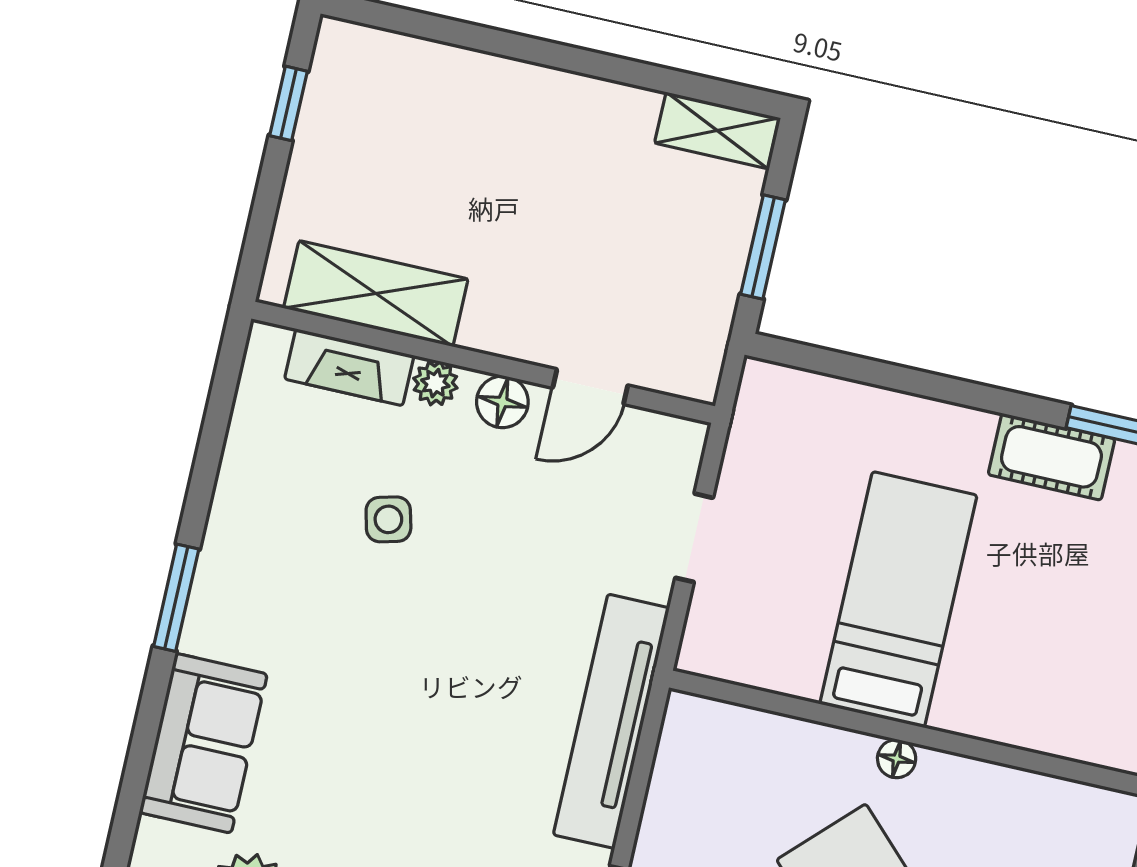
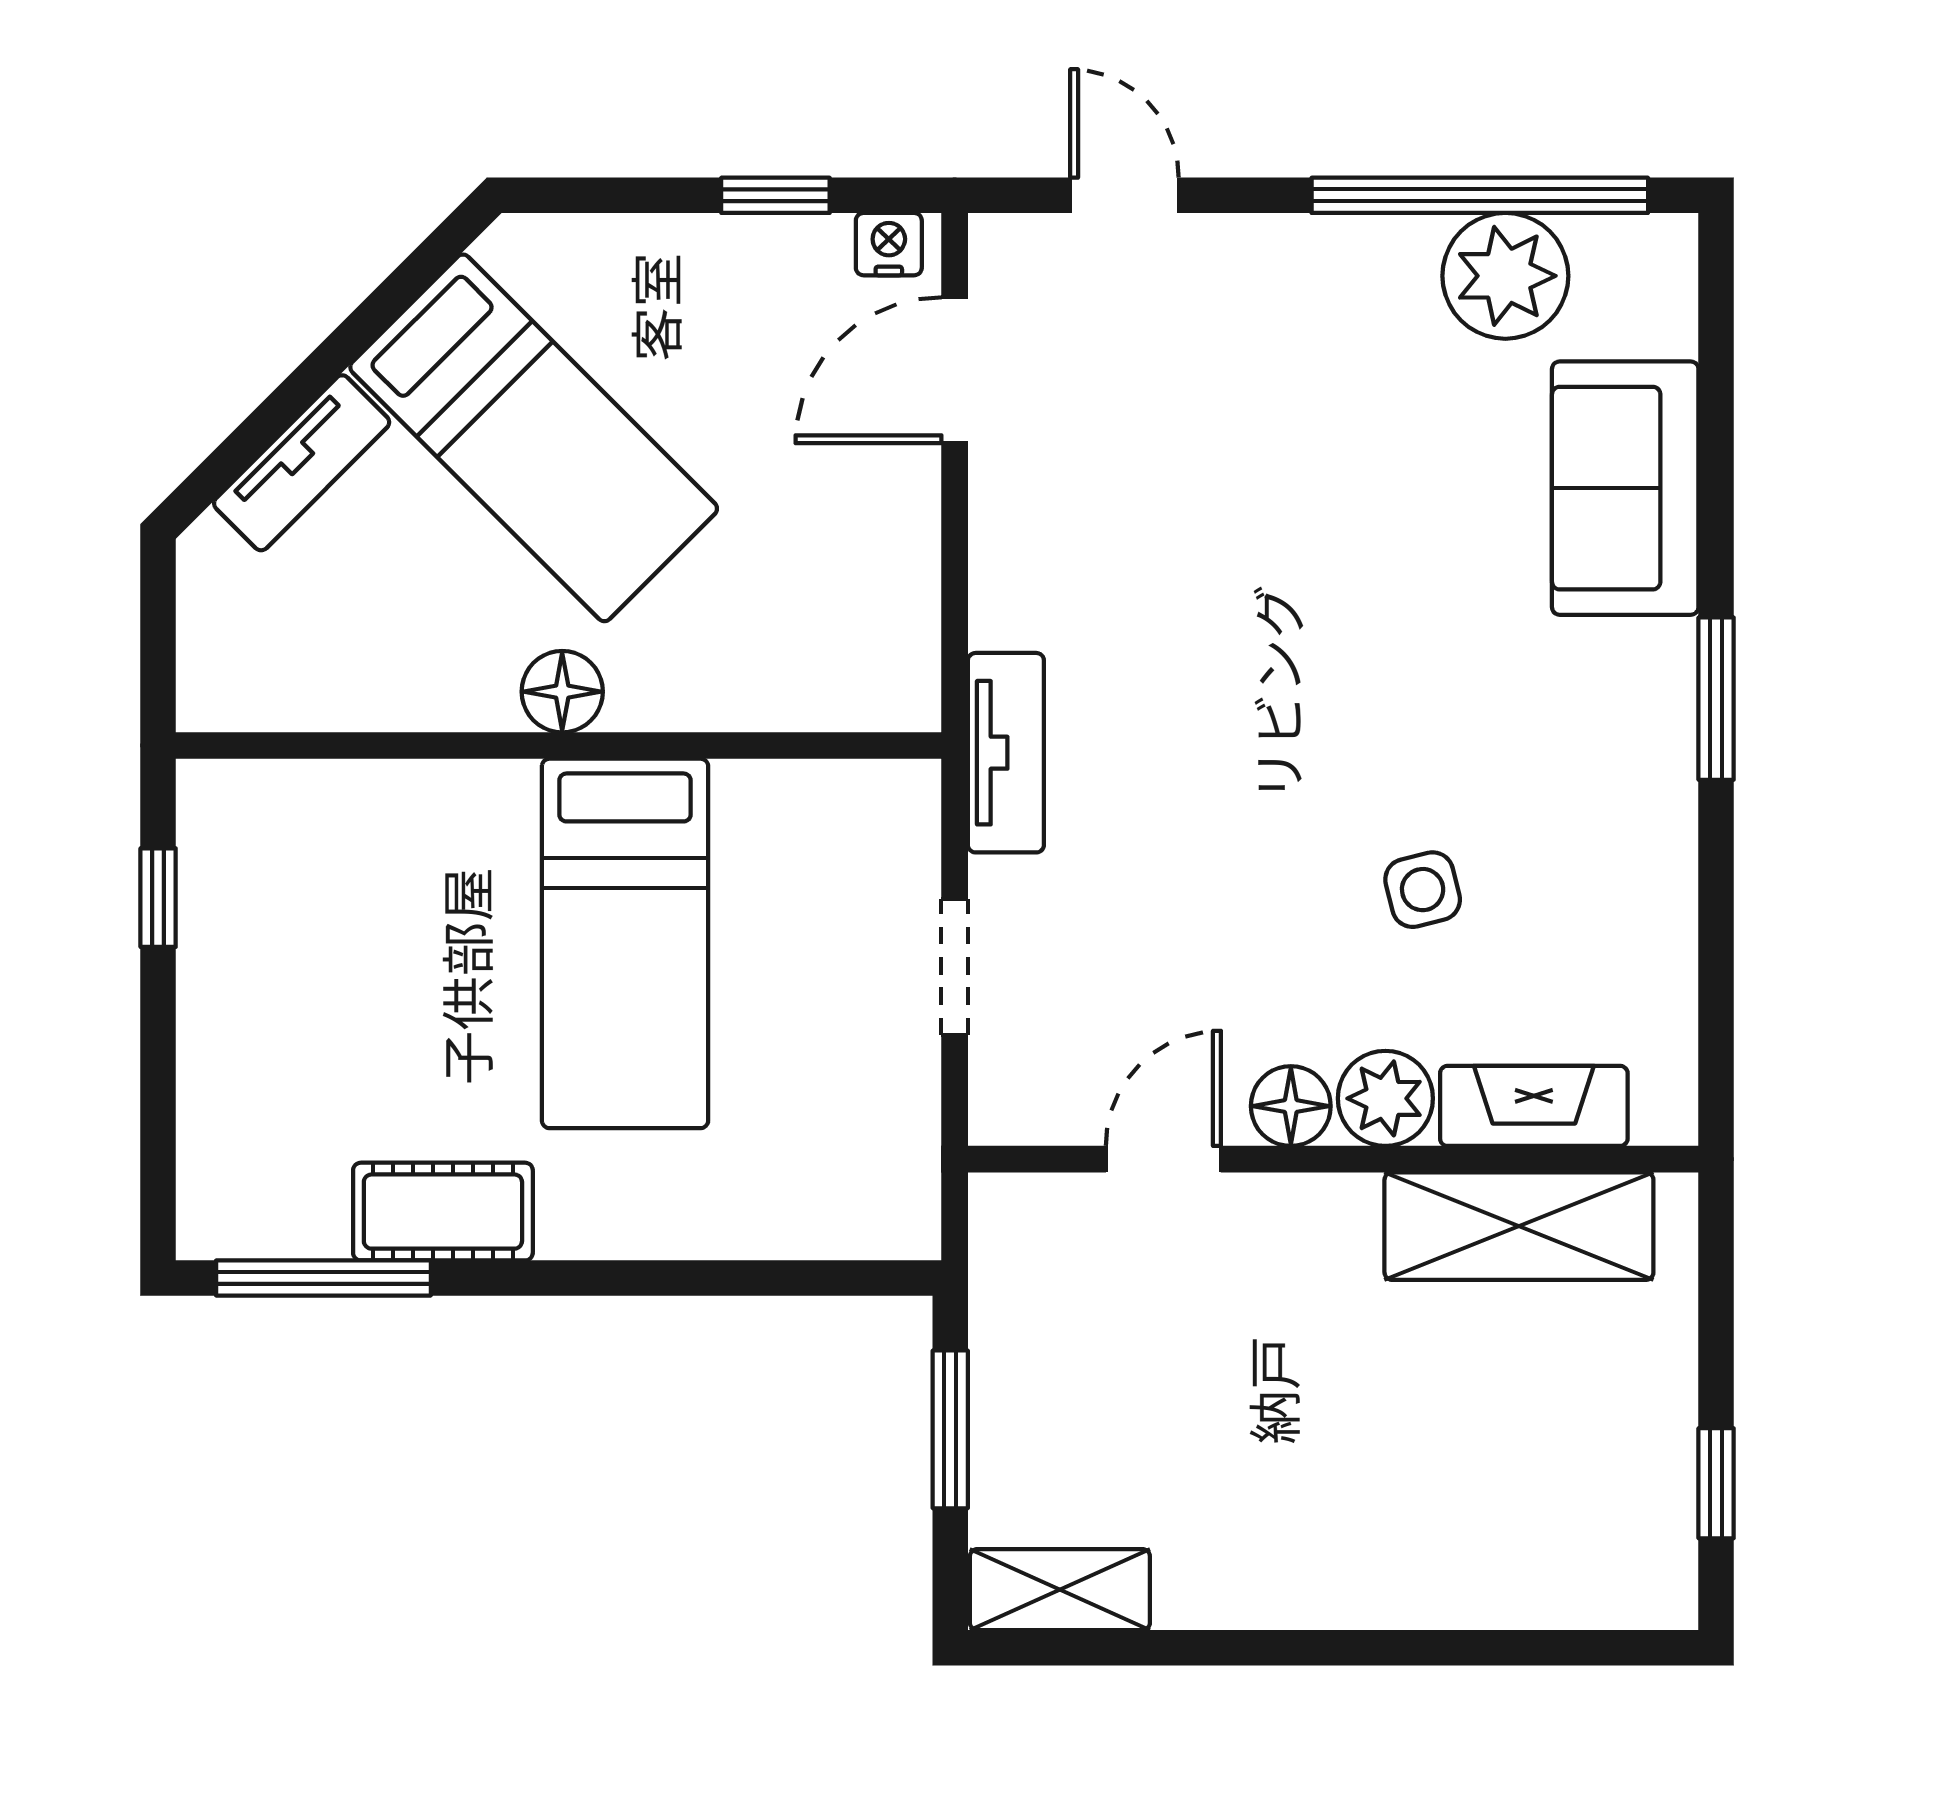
plant: (435, 383) -> (1385, 1098), width x1.38, depth x1.38
tv unit: (611, 721) -> (1006, 753), width x0.52, depth x0.78
floor lamp: (897, 759) -> (562, 692), width x1.37, depth x1.37

